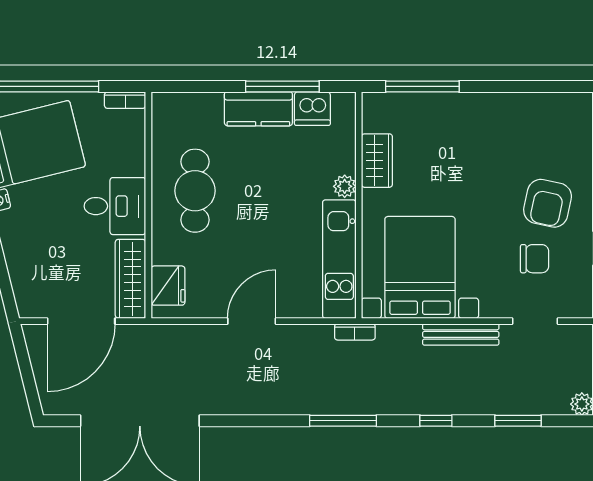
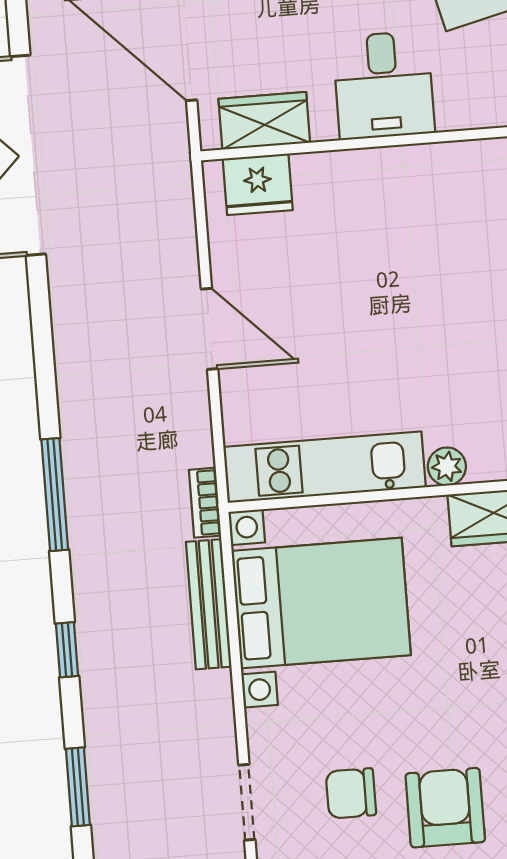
cafe table: (195, 191) -> (420, 217), removed
armchair: (548, 203) -> (445, 808), turned 78
chair: (535, 259) -> (351, 793), turned 90
wardrobe: (130, 279) -> (264, 121), width x0.67
bench: (461, 334) -> (209, 604), moved

